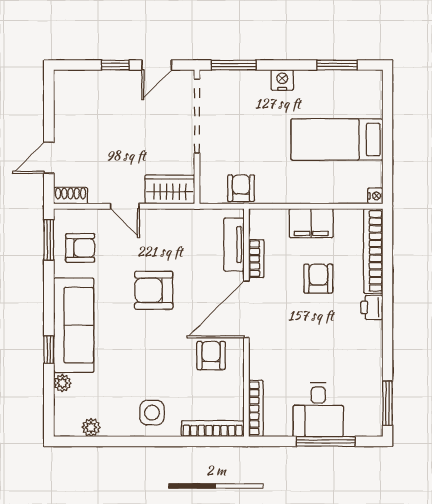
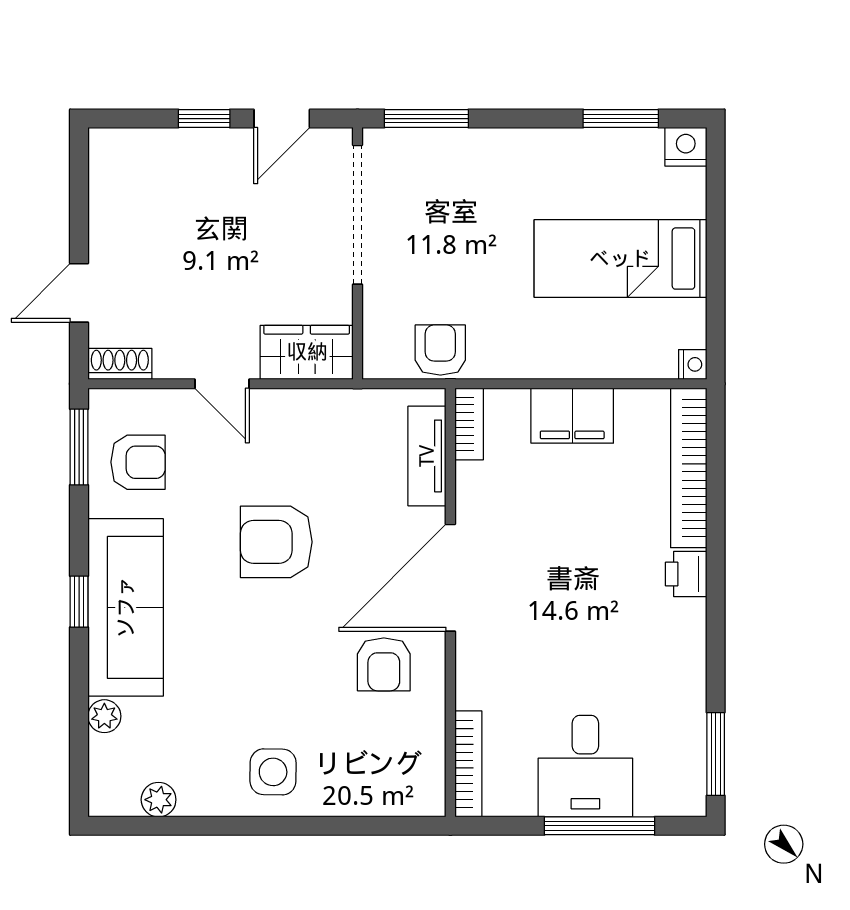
nightstand: (282, 80) -> (686, 147), moved
bookcase: (256, 259) -> (469, 424), moved
armchair: (318, 279) -> (586, 520), removed
window: (49, 350) -> (79, 602), moved
armchair: (211, 355) -> (384, 664), turned 180
bookcase: (213, 429) -> (387, 802), removed

